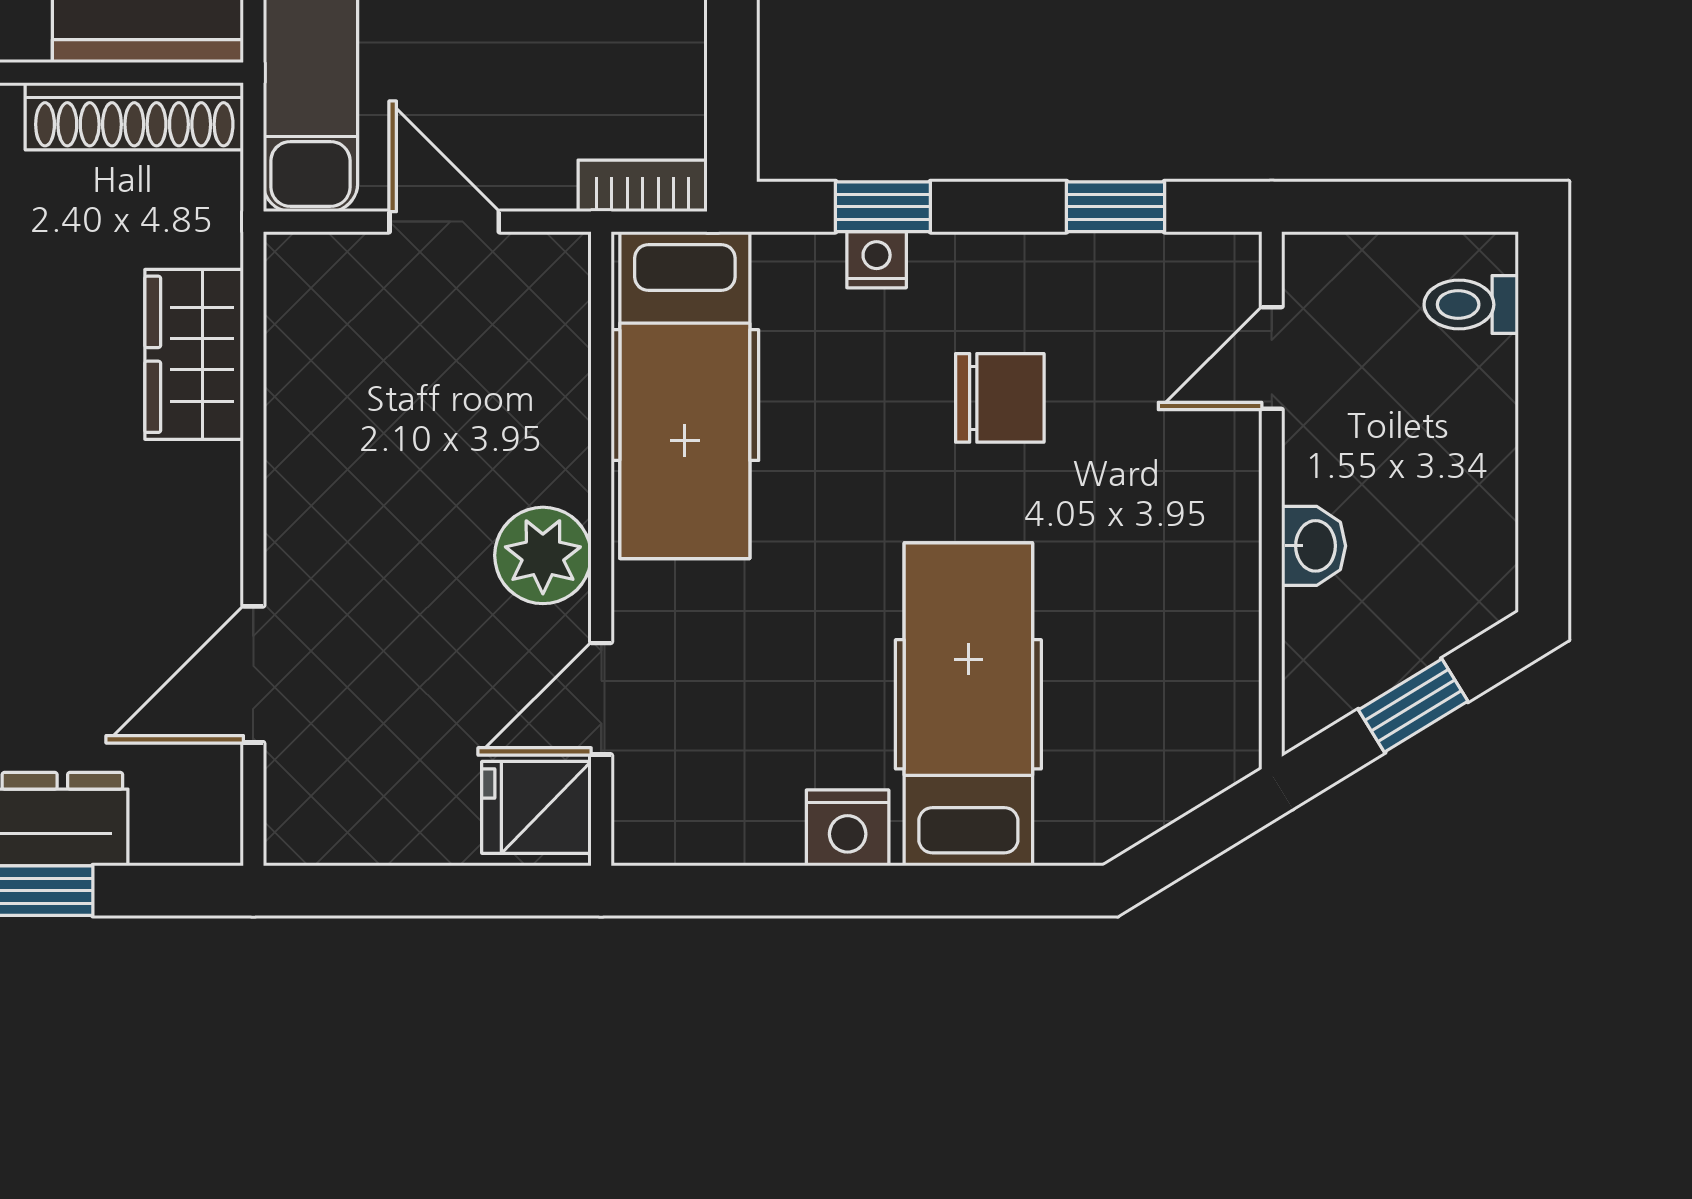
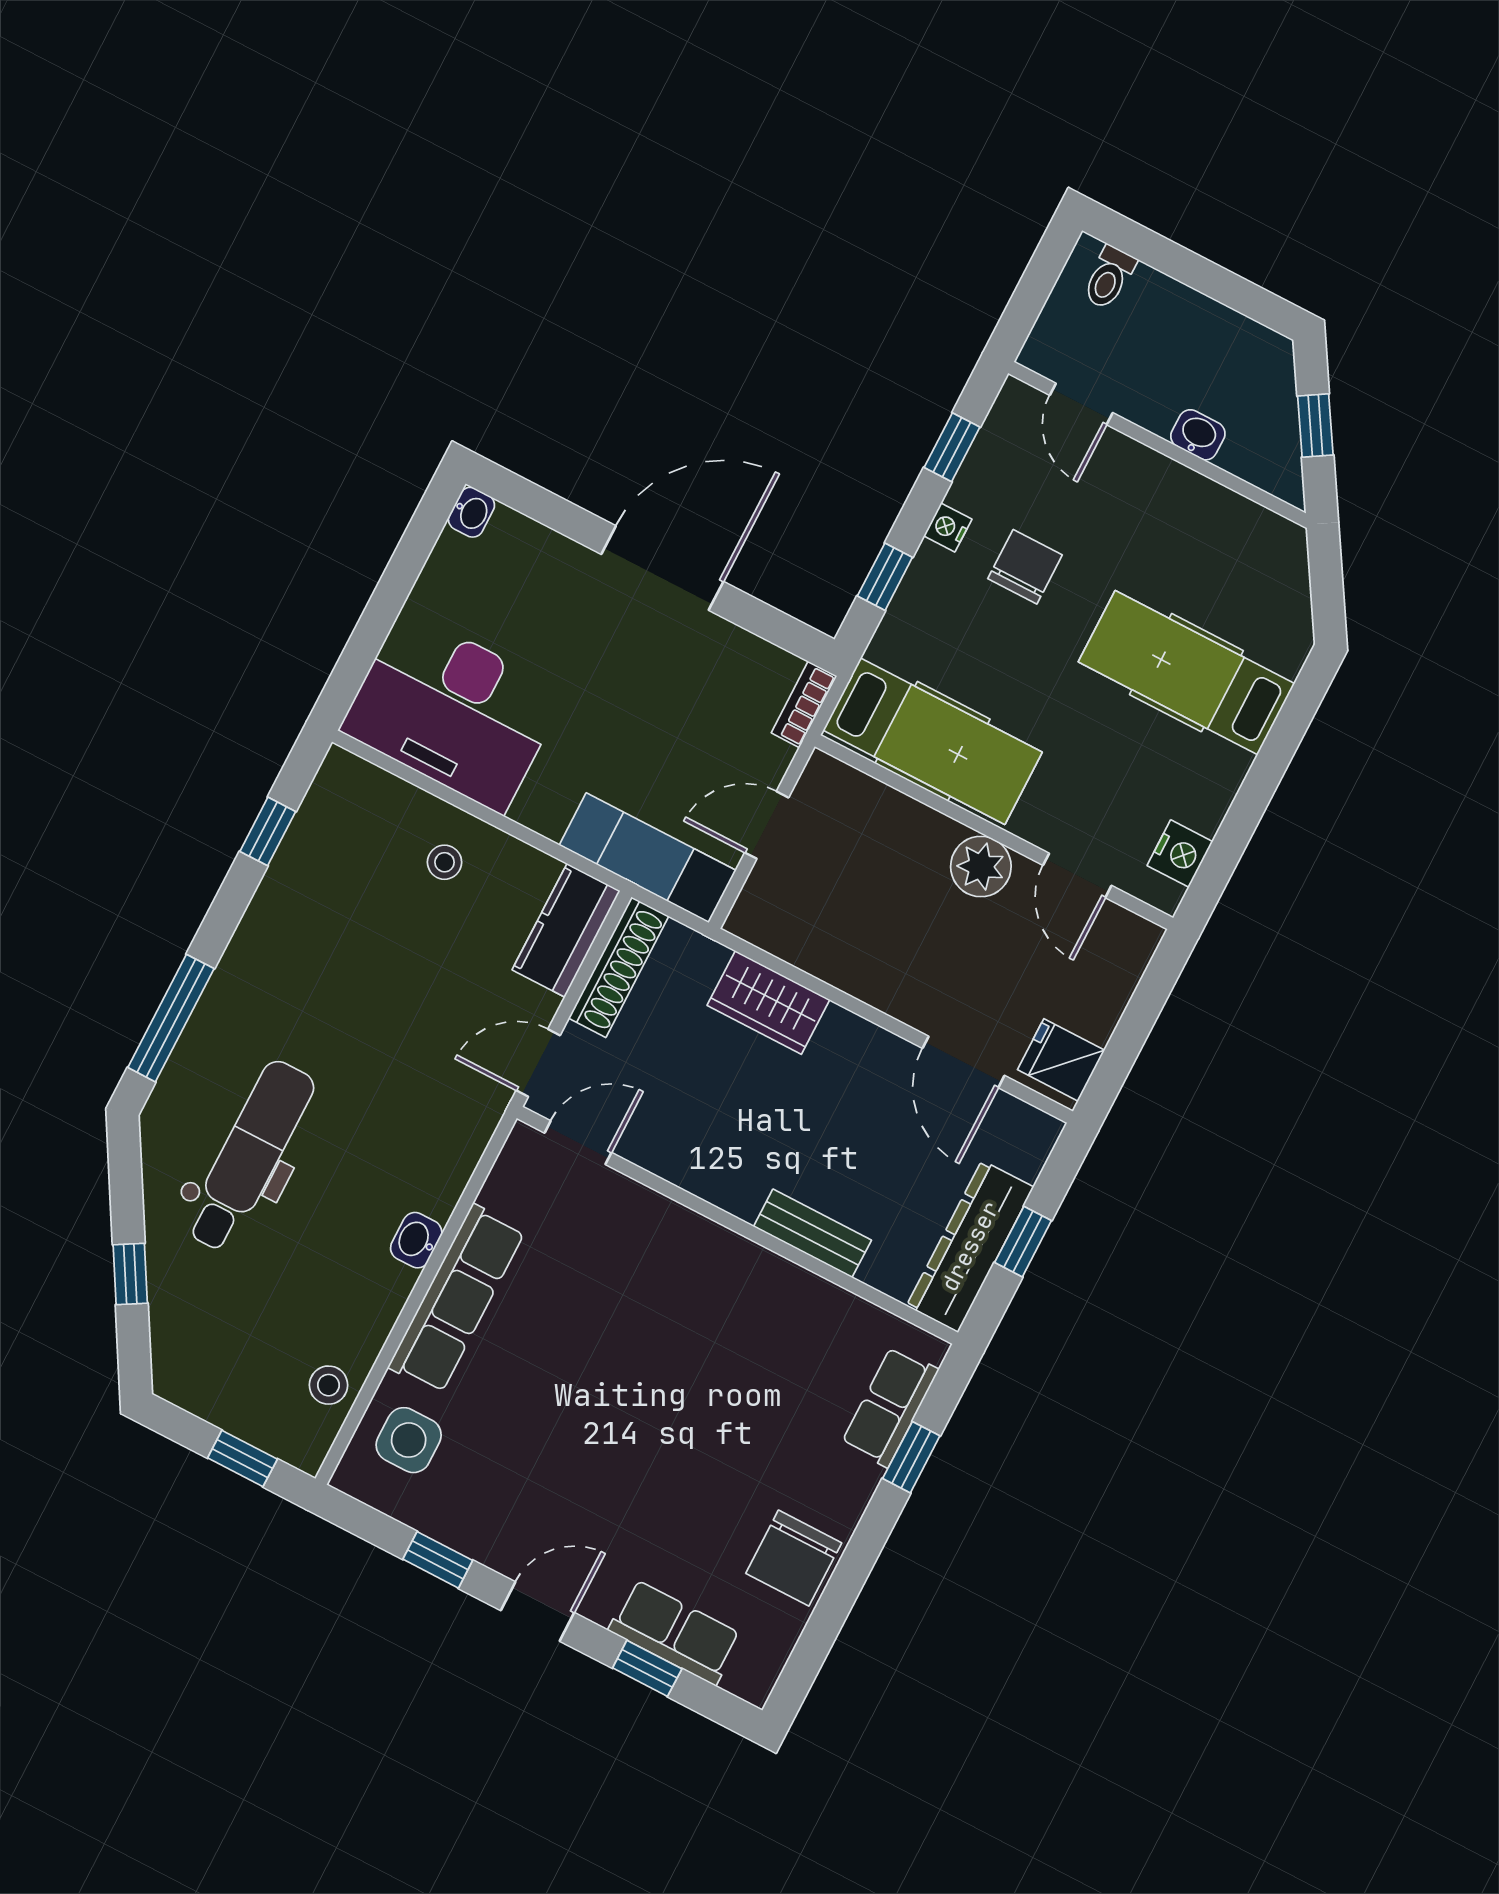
nightstand: (877, 260) -> (948, 527), moved
fridge: (536, 807) -> (1061, 1060), moved, turned 90
nightstand: (848, 828) -> (1180, 854), moved

